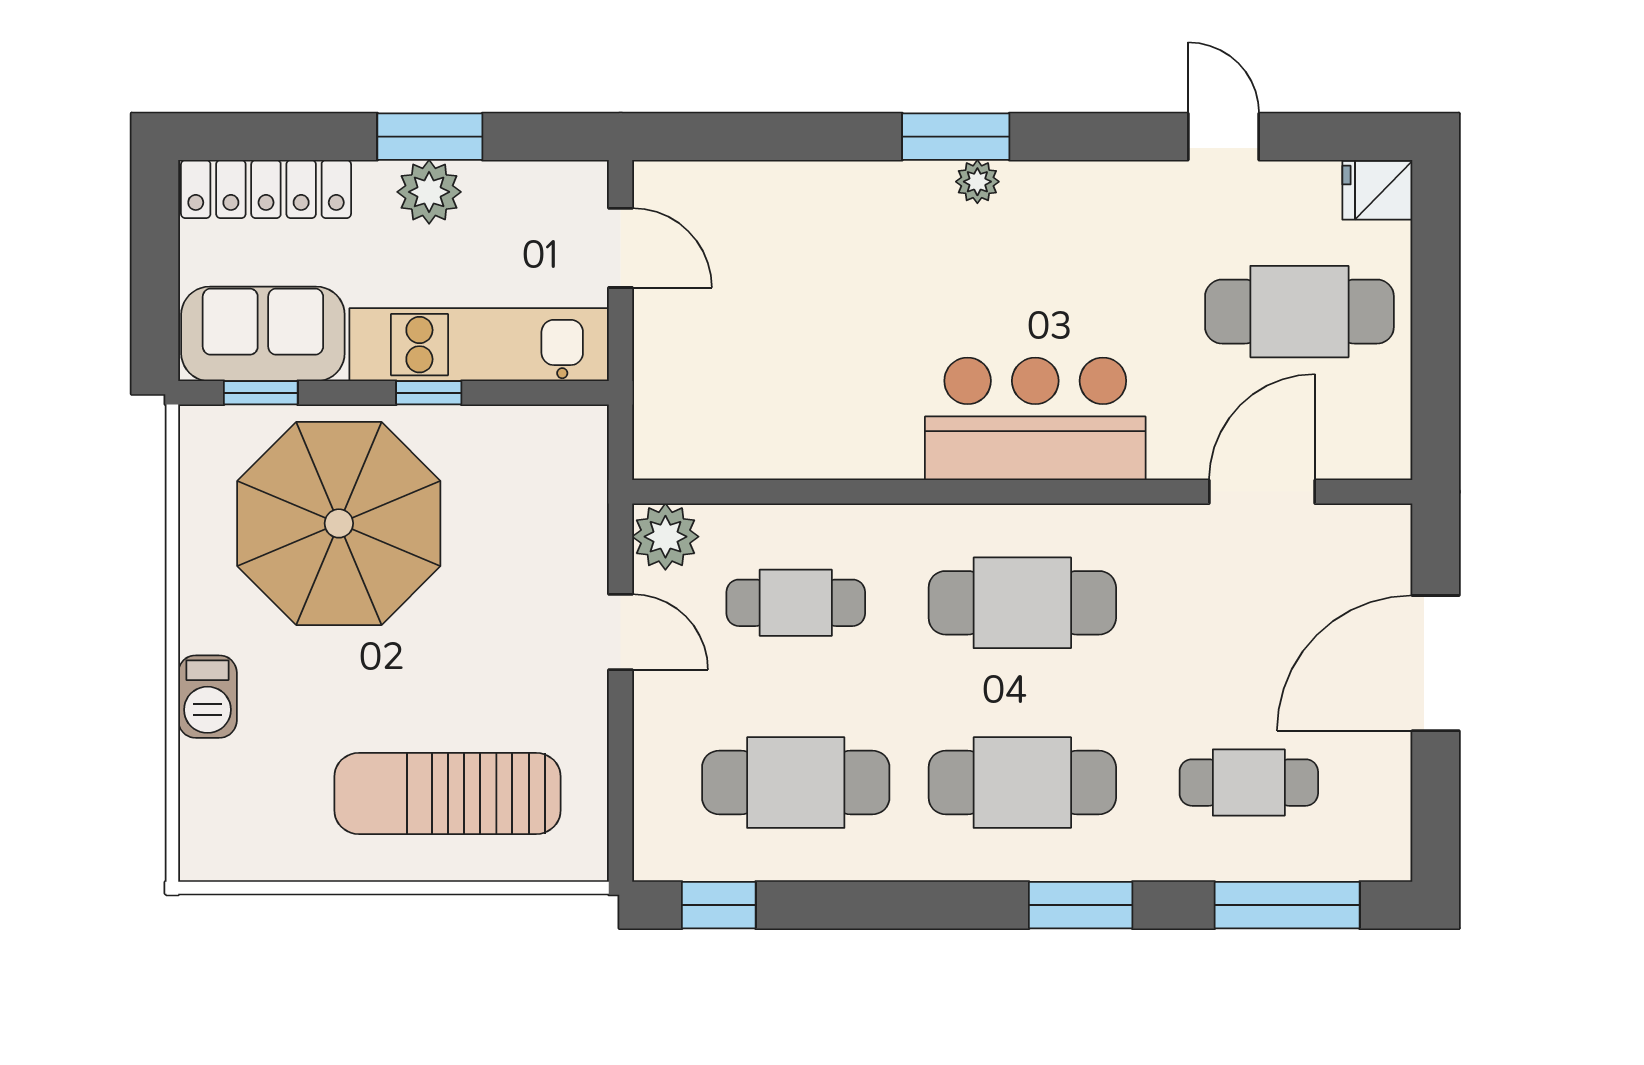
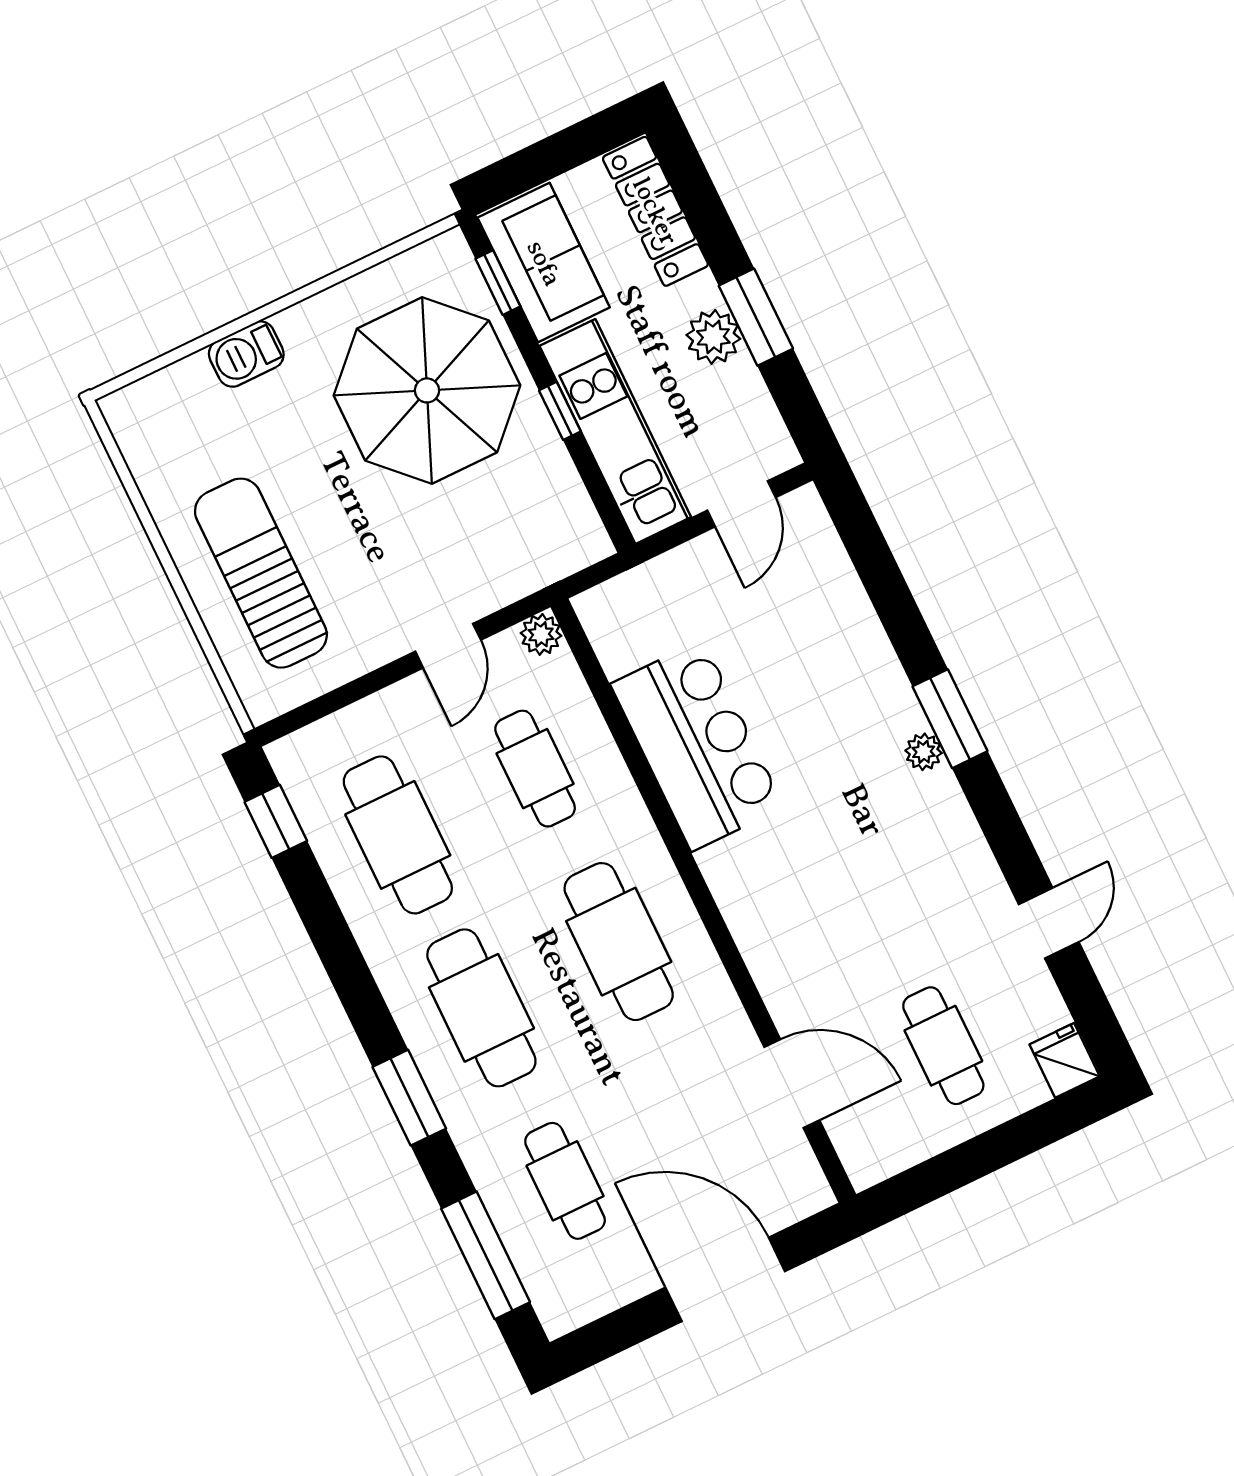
cafe table: (1299, 312) -> (943, 1046), width x0.73, depth x0.74
bar counter: (1035, 419) -> (697, 746), moved
plant: (665, 537) -> (541, 634), width x0.73, depth x0.73

